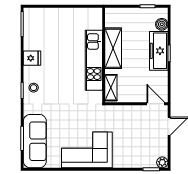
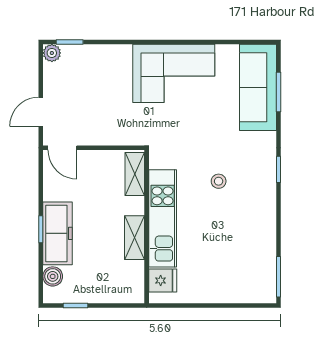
shelving: (113, 48) -> (135, 238), width x0.67, depth x0.75
fridge: (32, 58) -> (163, 281), moved, turned 180
stool: (34, 88) -> (219, 181), moved

